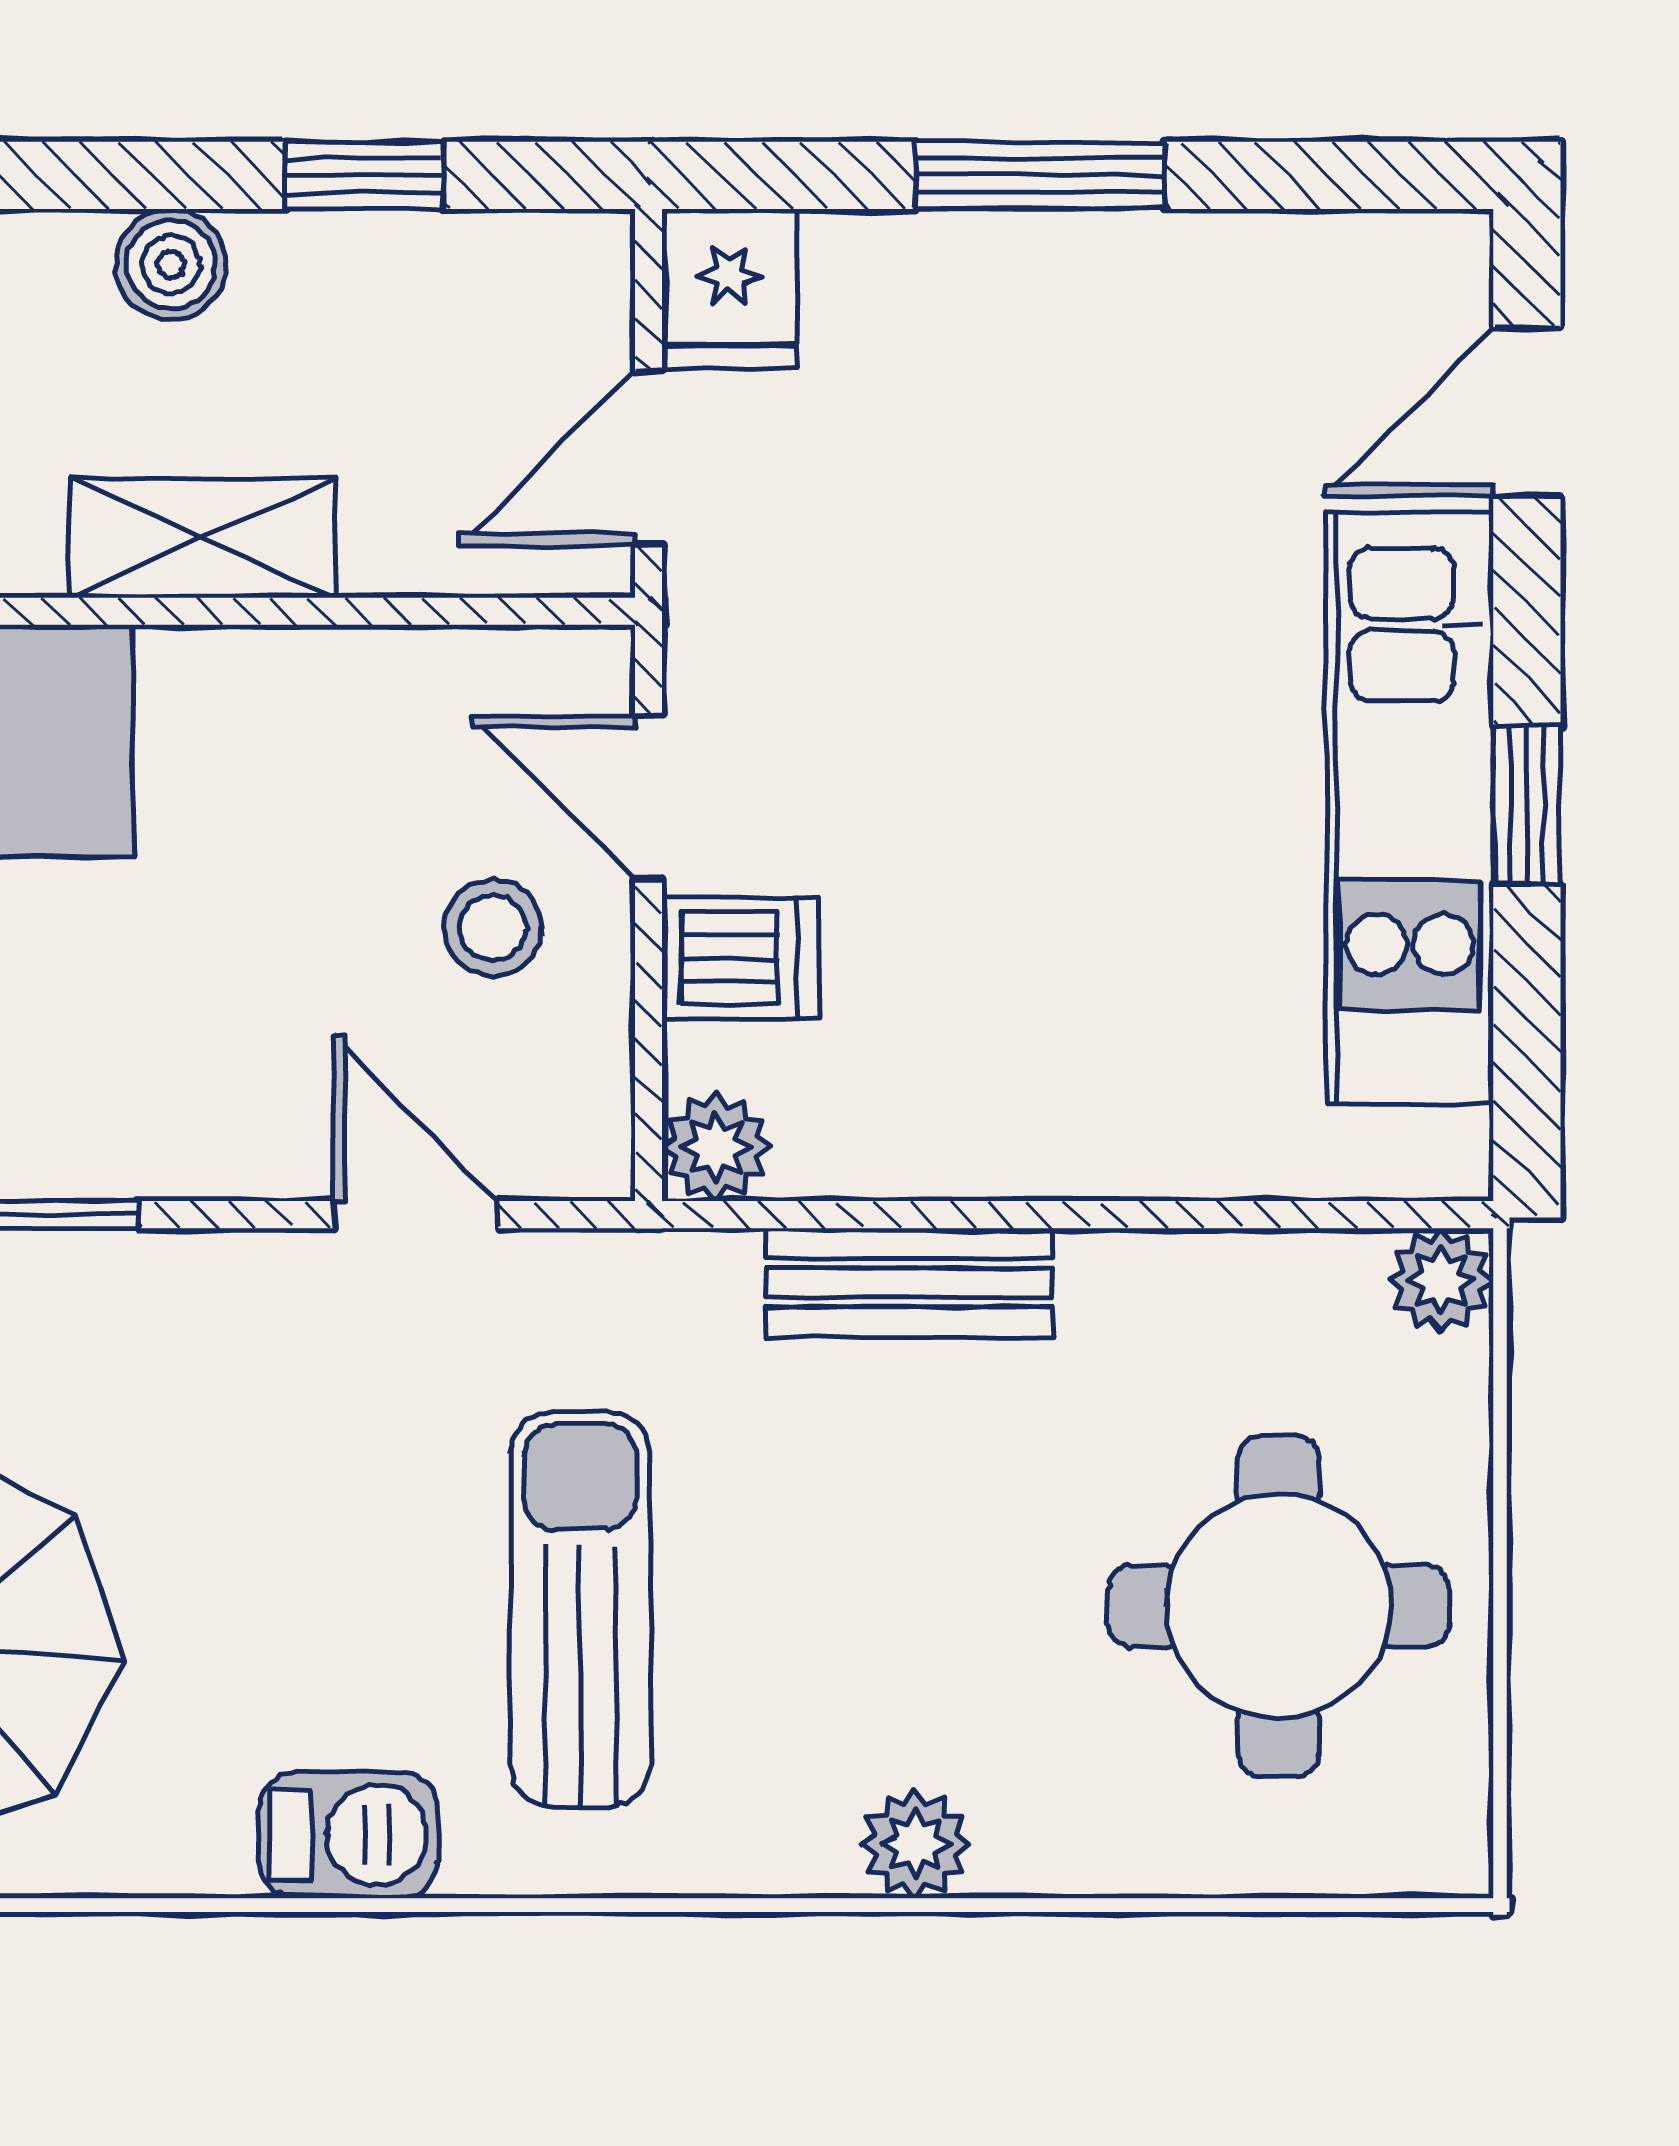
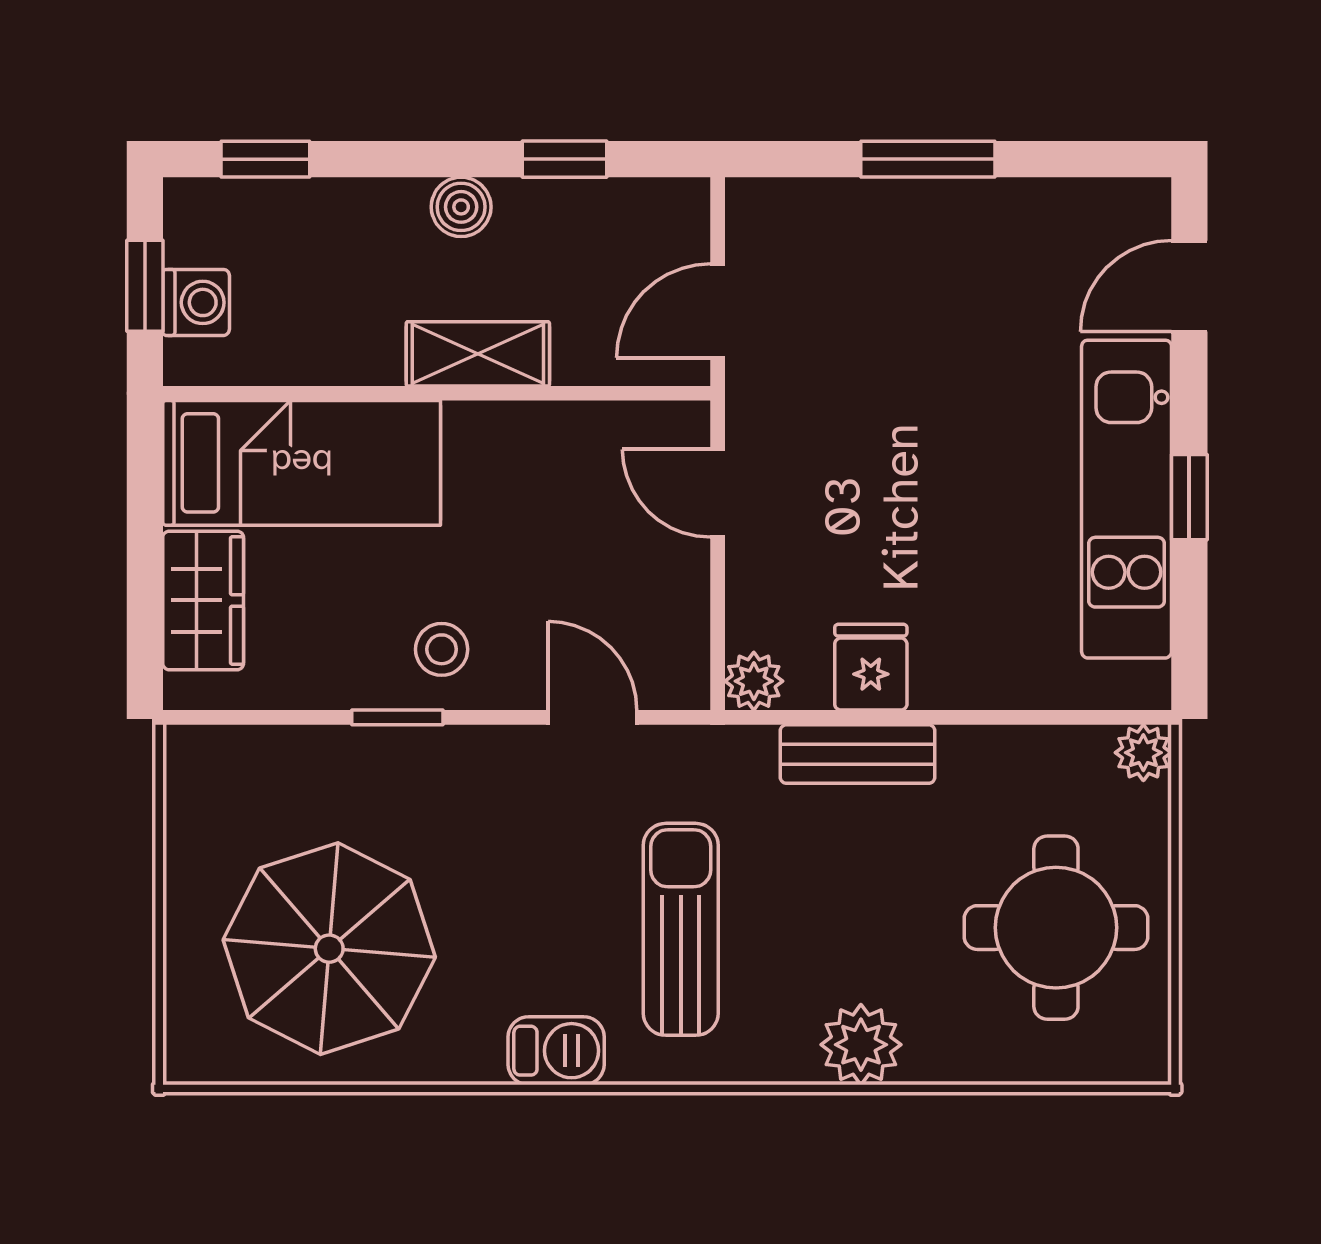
fridge: (729, 289) -> (871, 667), moved, turned 180
stool: (493, 928) -> (442, 649), moved
dishwasher: (740, 958) -> (767, 580), removed
plant: (915, 1844) -> (861, 1045), width x1.38, depth x1.38

